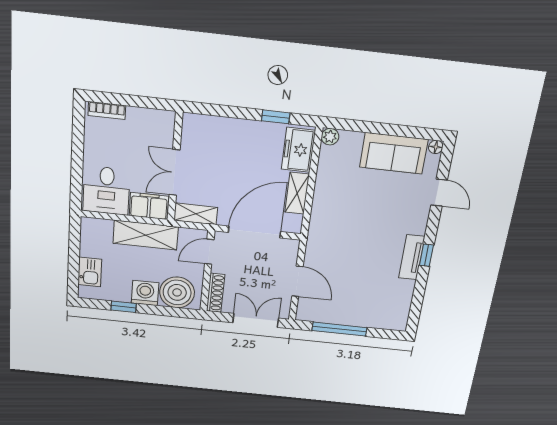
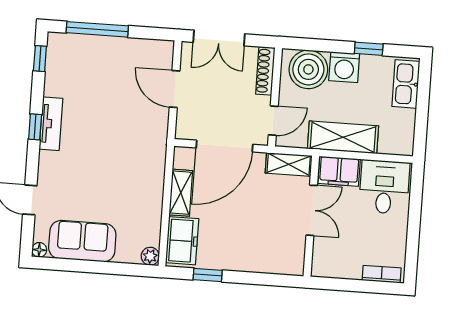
kitchen sink: (90, 272) -> (406, 84), width x1.38
window: (415, 311) -> (40, 59), added
window: (339, 329) -> (97, 29), moved

